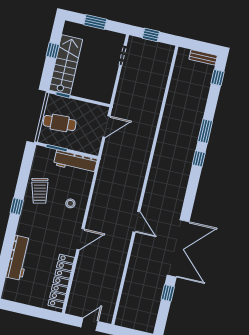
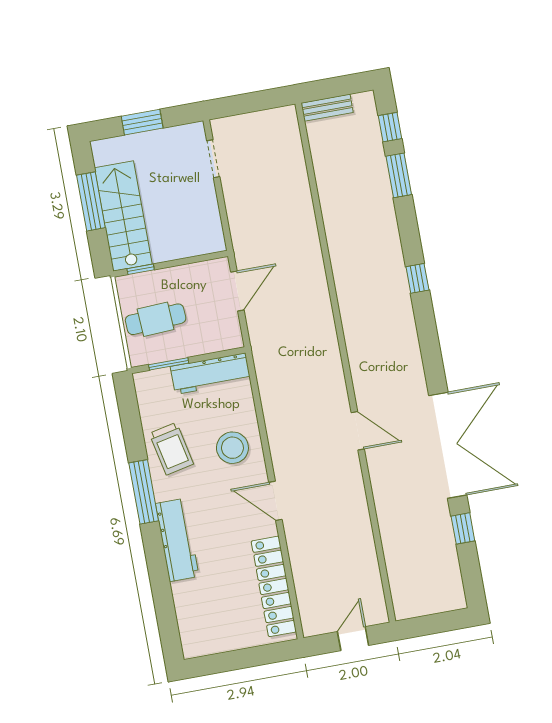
window: (151, 35) -> (246, 103), removed
window: (53, 51) -> (91, 201), width x2.17
bench: (203, 57) -> (327, 108), moved
window: (205, 131) -> (399, 175), moved
stool: (70, 203) -> (232, 448), width x1.89, depth x1.89
window: (17, 206) -> (144, 492), width x2.17
door: (80, 239) -> (275, 501), swing flipped
workbench: (18, 258) -> (177, 540), moved

